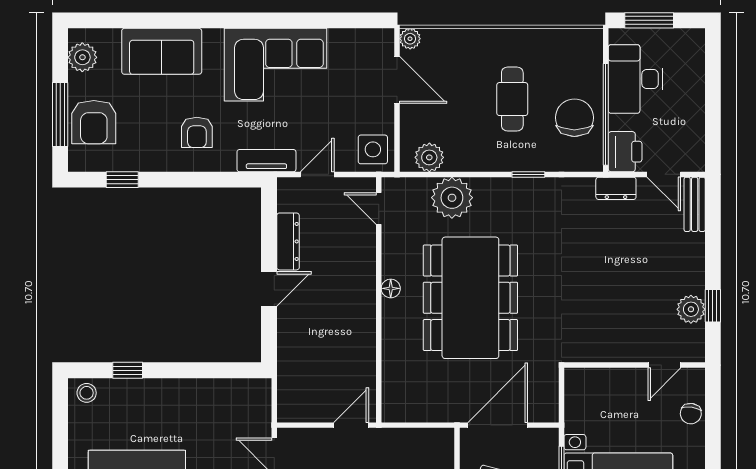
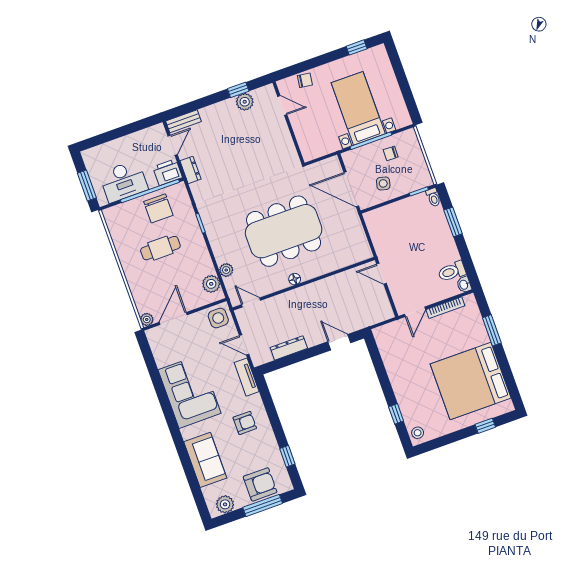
chair: (574, 118) -> (158, 208), turned -90
plant: (452, 198) -> (226, 270), width x0.53, depth x0.53
door: (379, 208) -> (251, 302), swing flipped
door: (269, 289) -> (339, 342), moved

